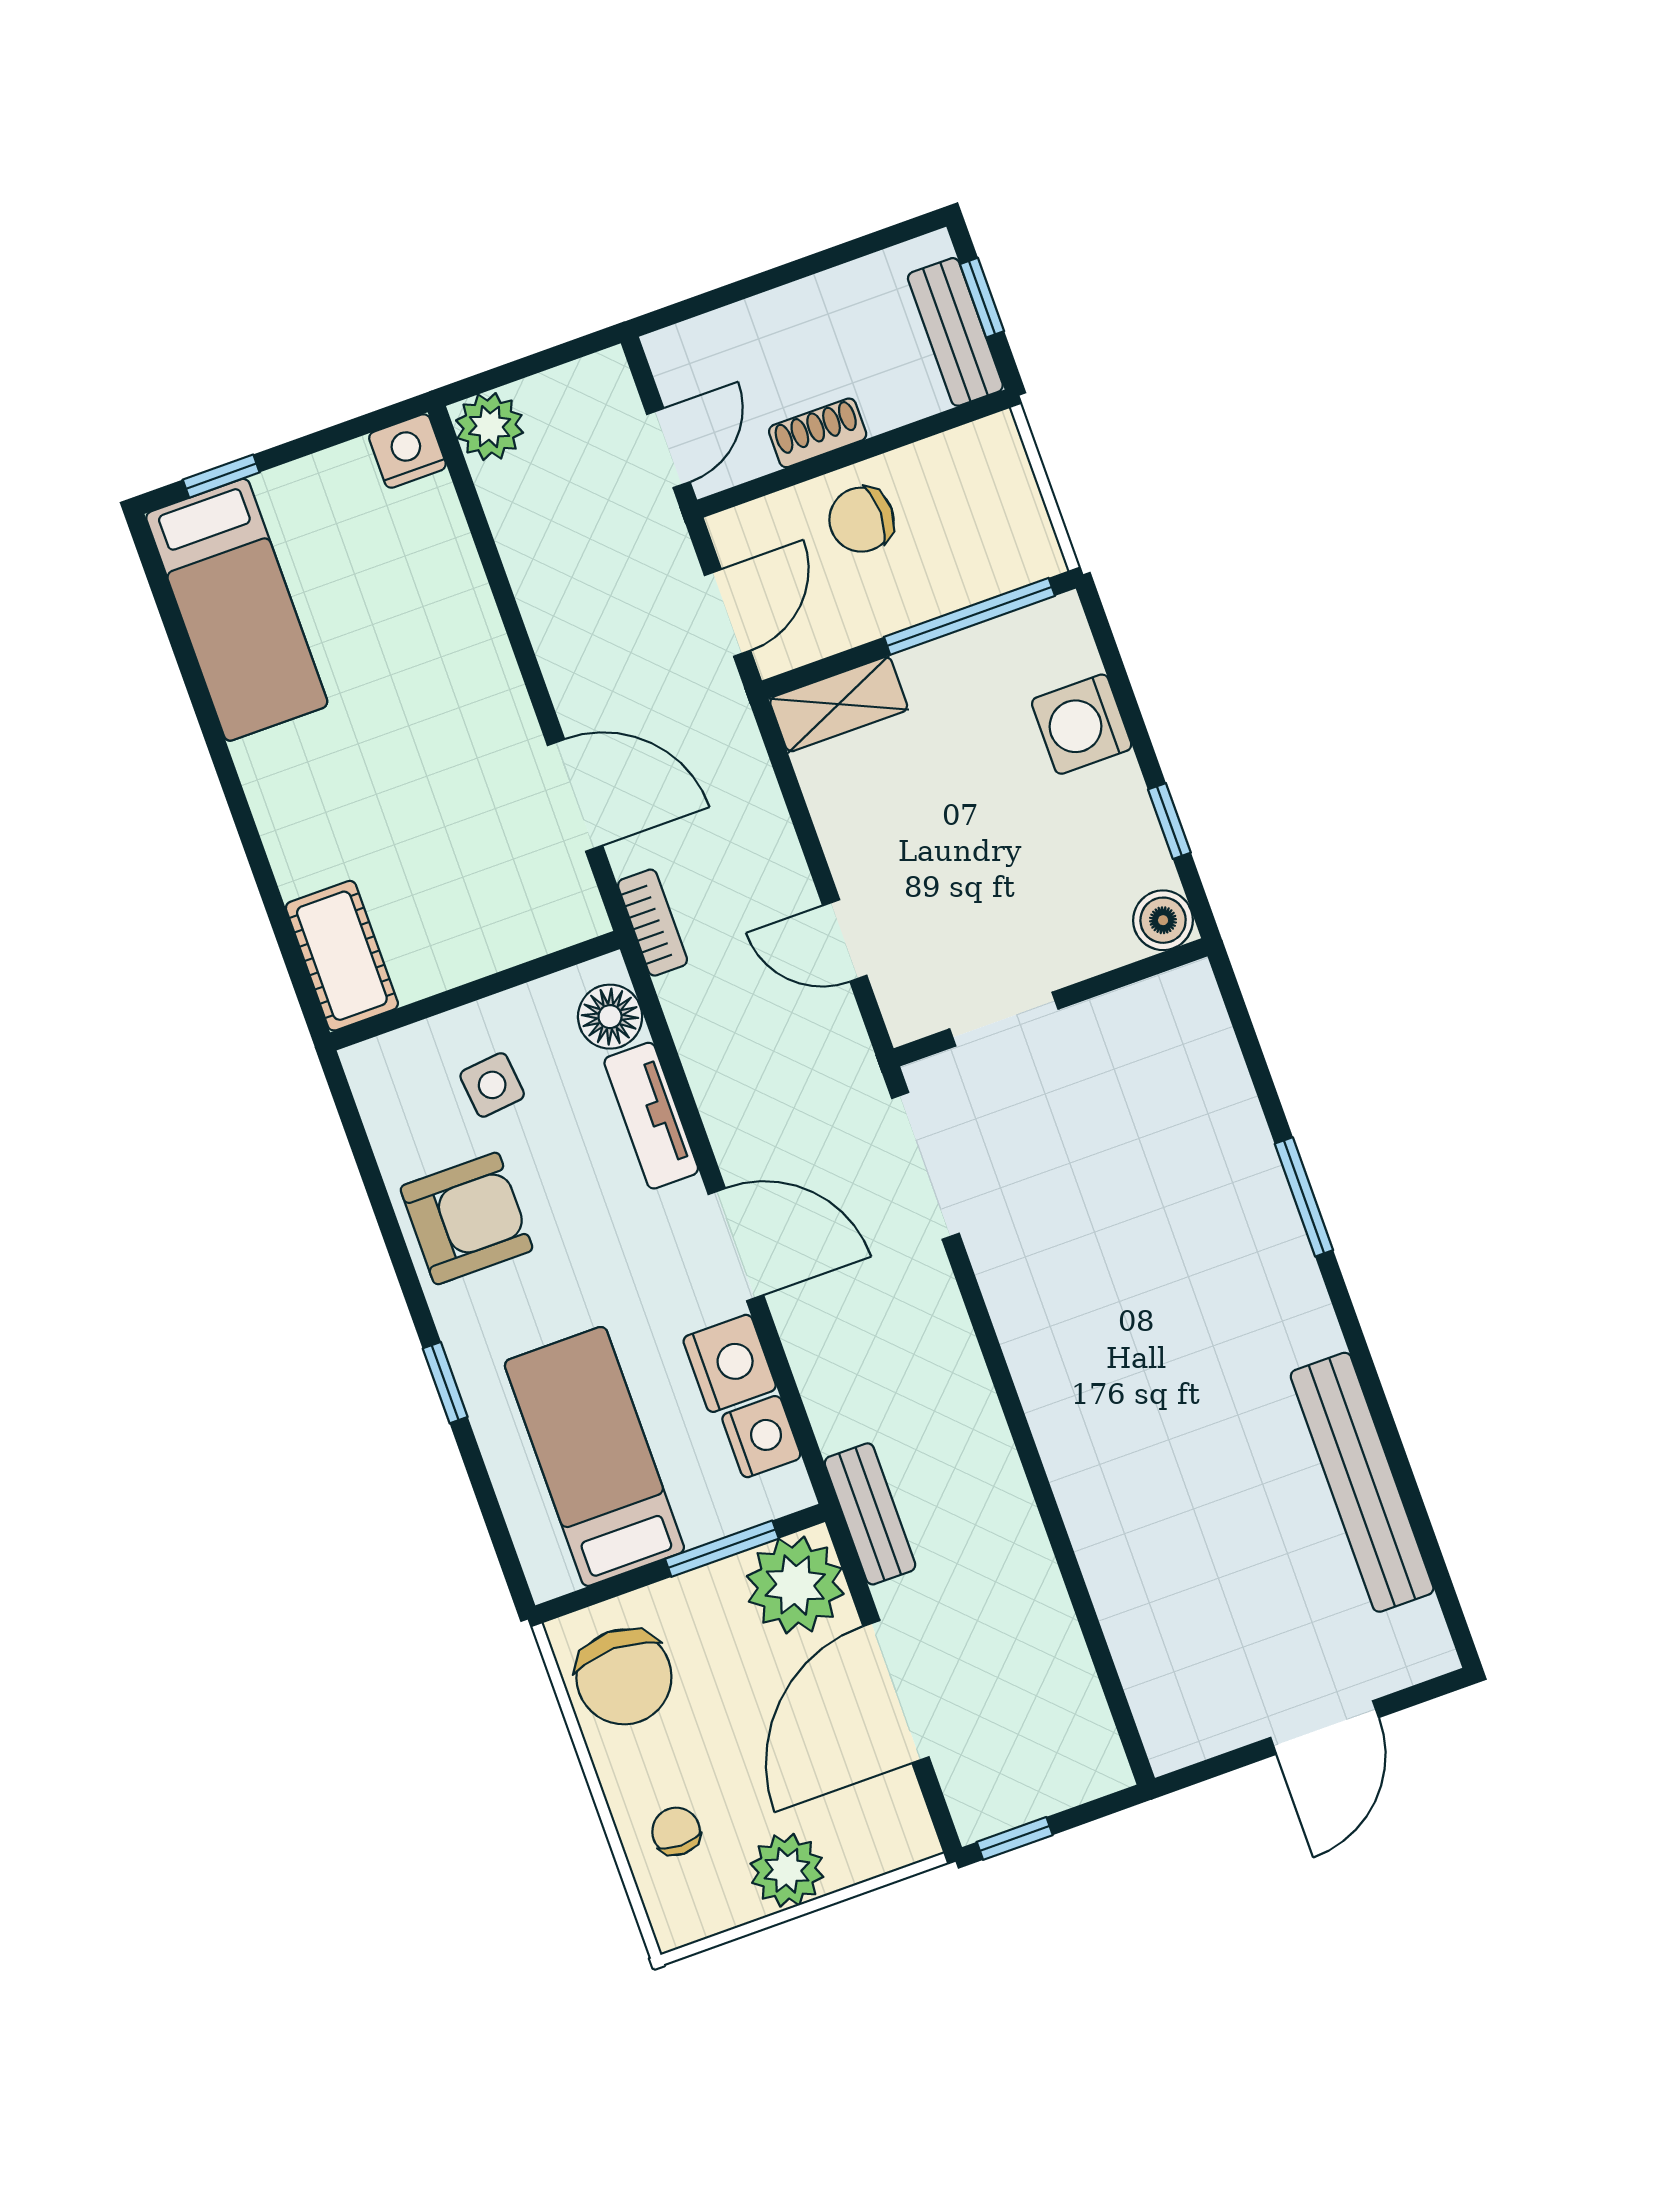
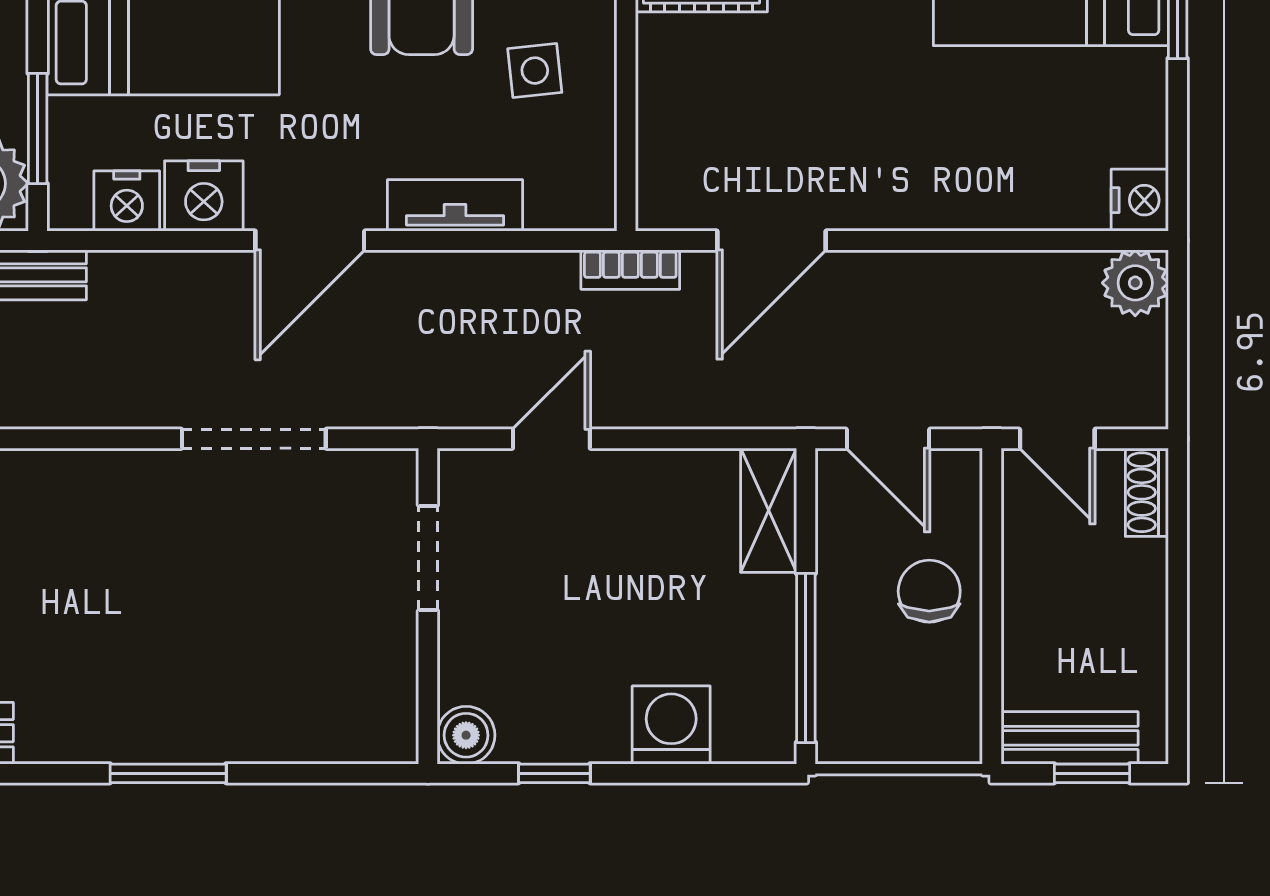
shoe rack: (818, 433) -> (1147, 492), moved, turned 180
floor lamp: (610, 1017) -> (559, 200), removed
doorway: (925, 1166) -> (254, 439), moved

